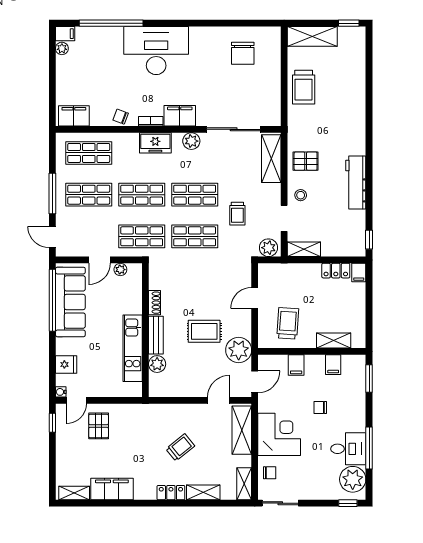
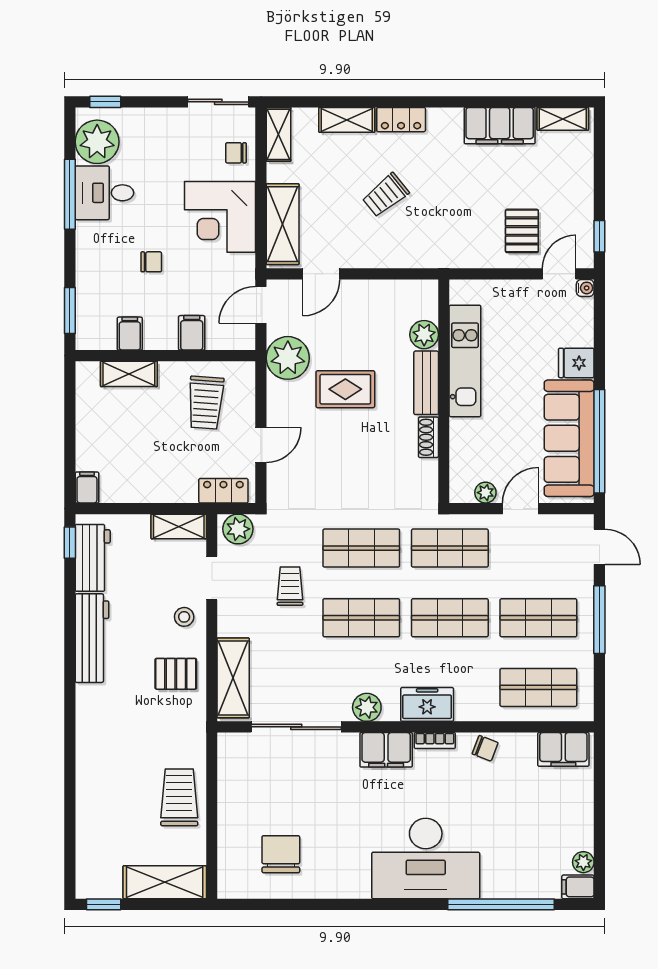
workbench: (355, 230) -> (93, 558), added
locker: (336, 271) -> (223, 491), moved
fridge: (66, 364) -> (576, 363), moved

